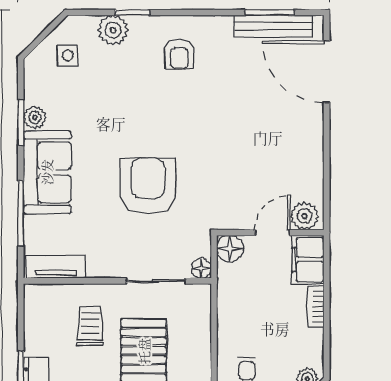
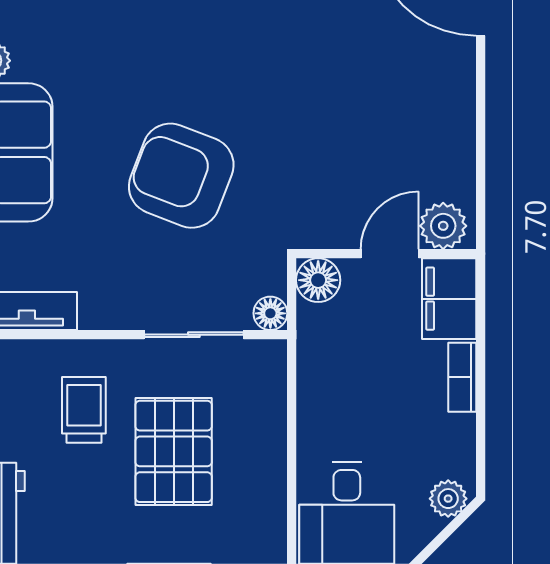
armchair: (148, 186) -> (181, 176), turned -69

